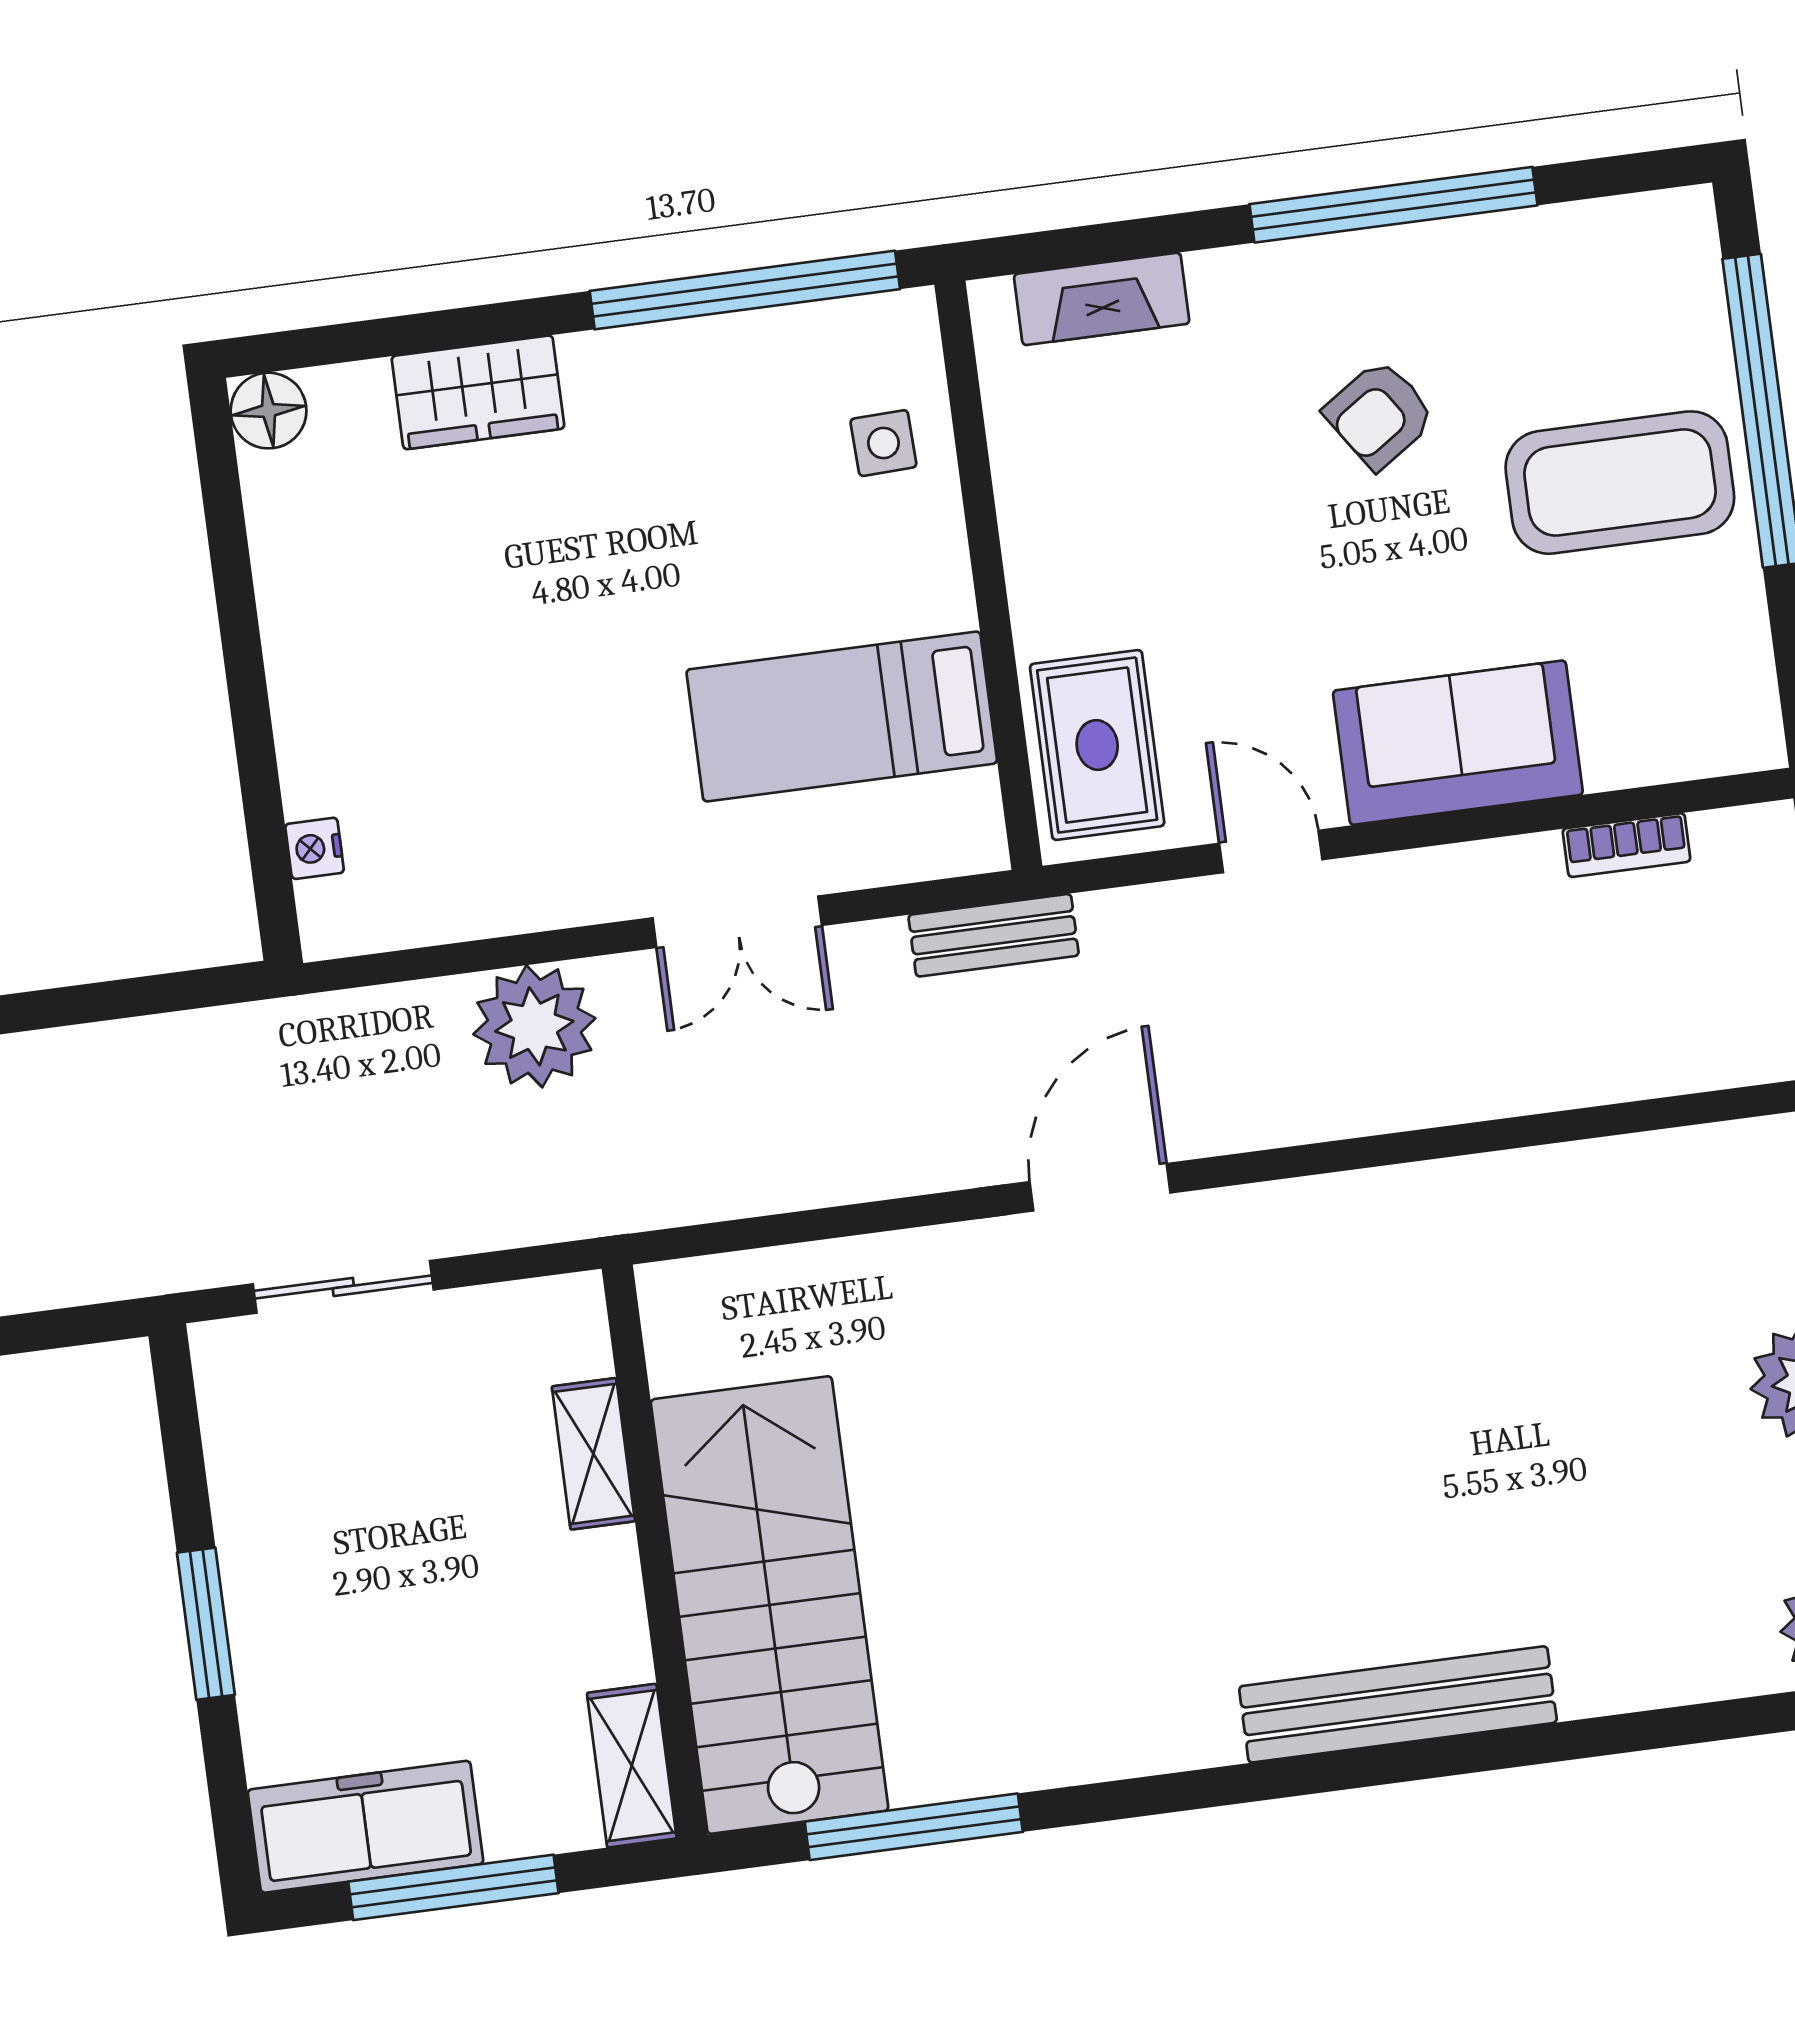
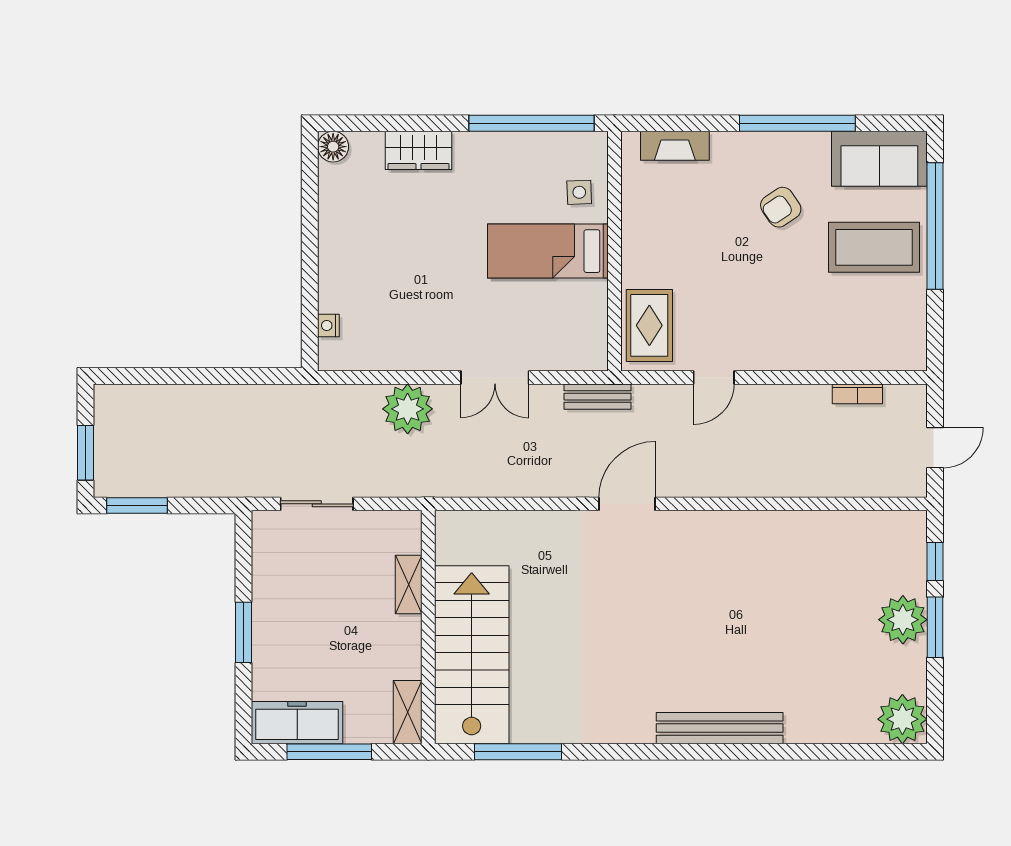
bed: (842, 716) -> (548, 251), moved
sofa: (1458, 743) -> (879, 159), moved, turned 180
door: (1271, 851) -> (714, 378), swing flipped

